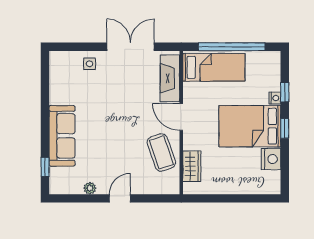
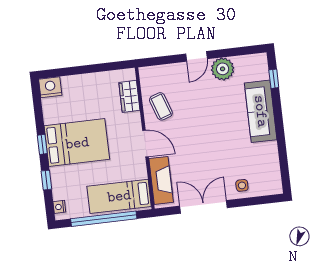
double door: (131, 47) -> (204, 207), swing flipped
nightstand: (275, 98) -> (59, 207), moved
coffee table: (161, 152) -> (161, 106), width x0.73, depth x0.77
nightstand: (271, 159) -> (50, 87), moved, turned 90
plant: (90, 188) -> (223, 69), width x1.87, depth x1.87

